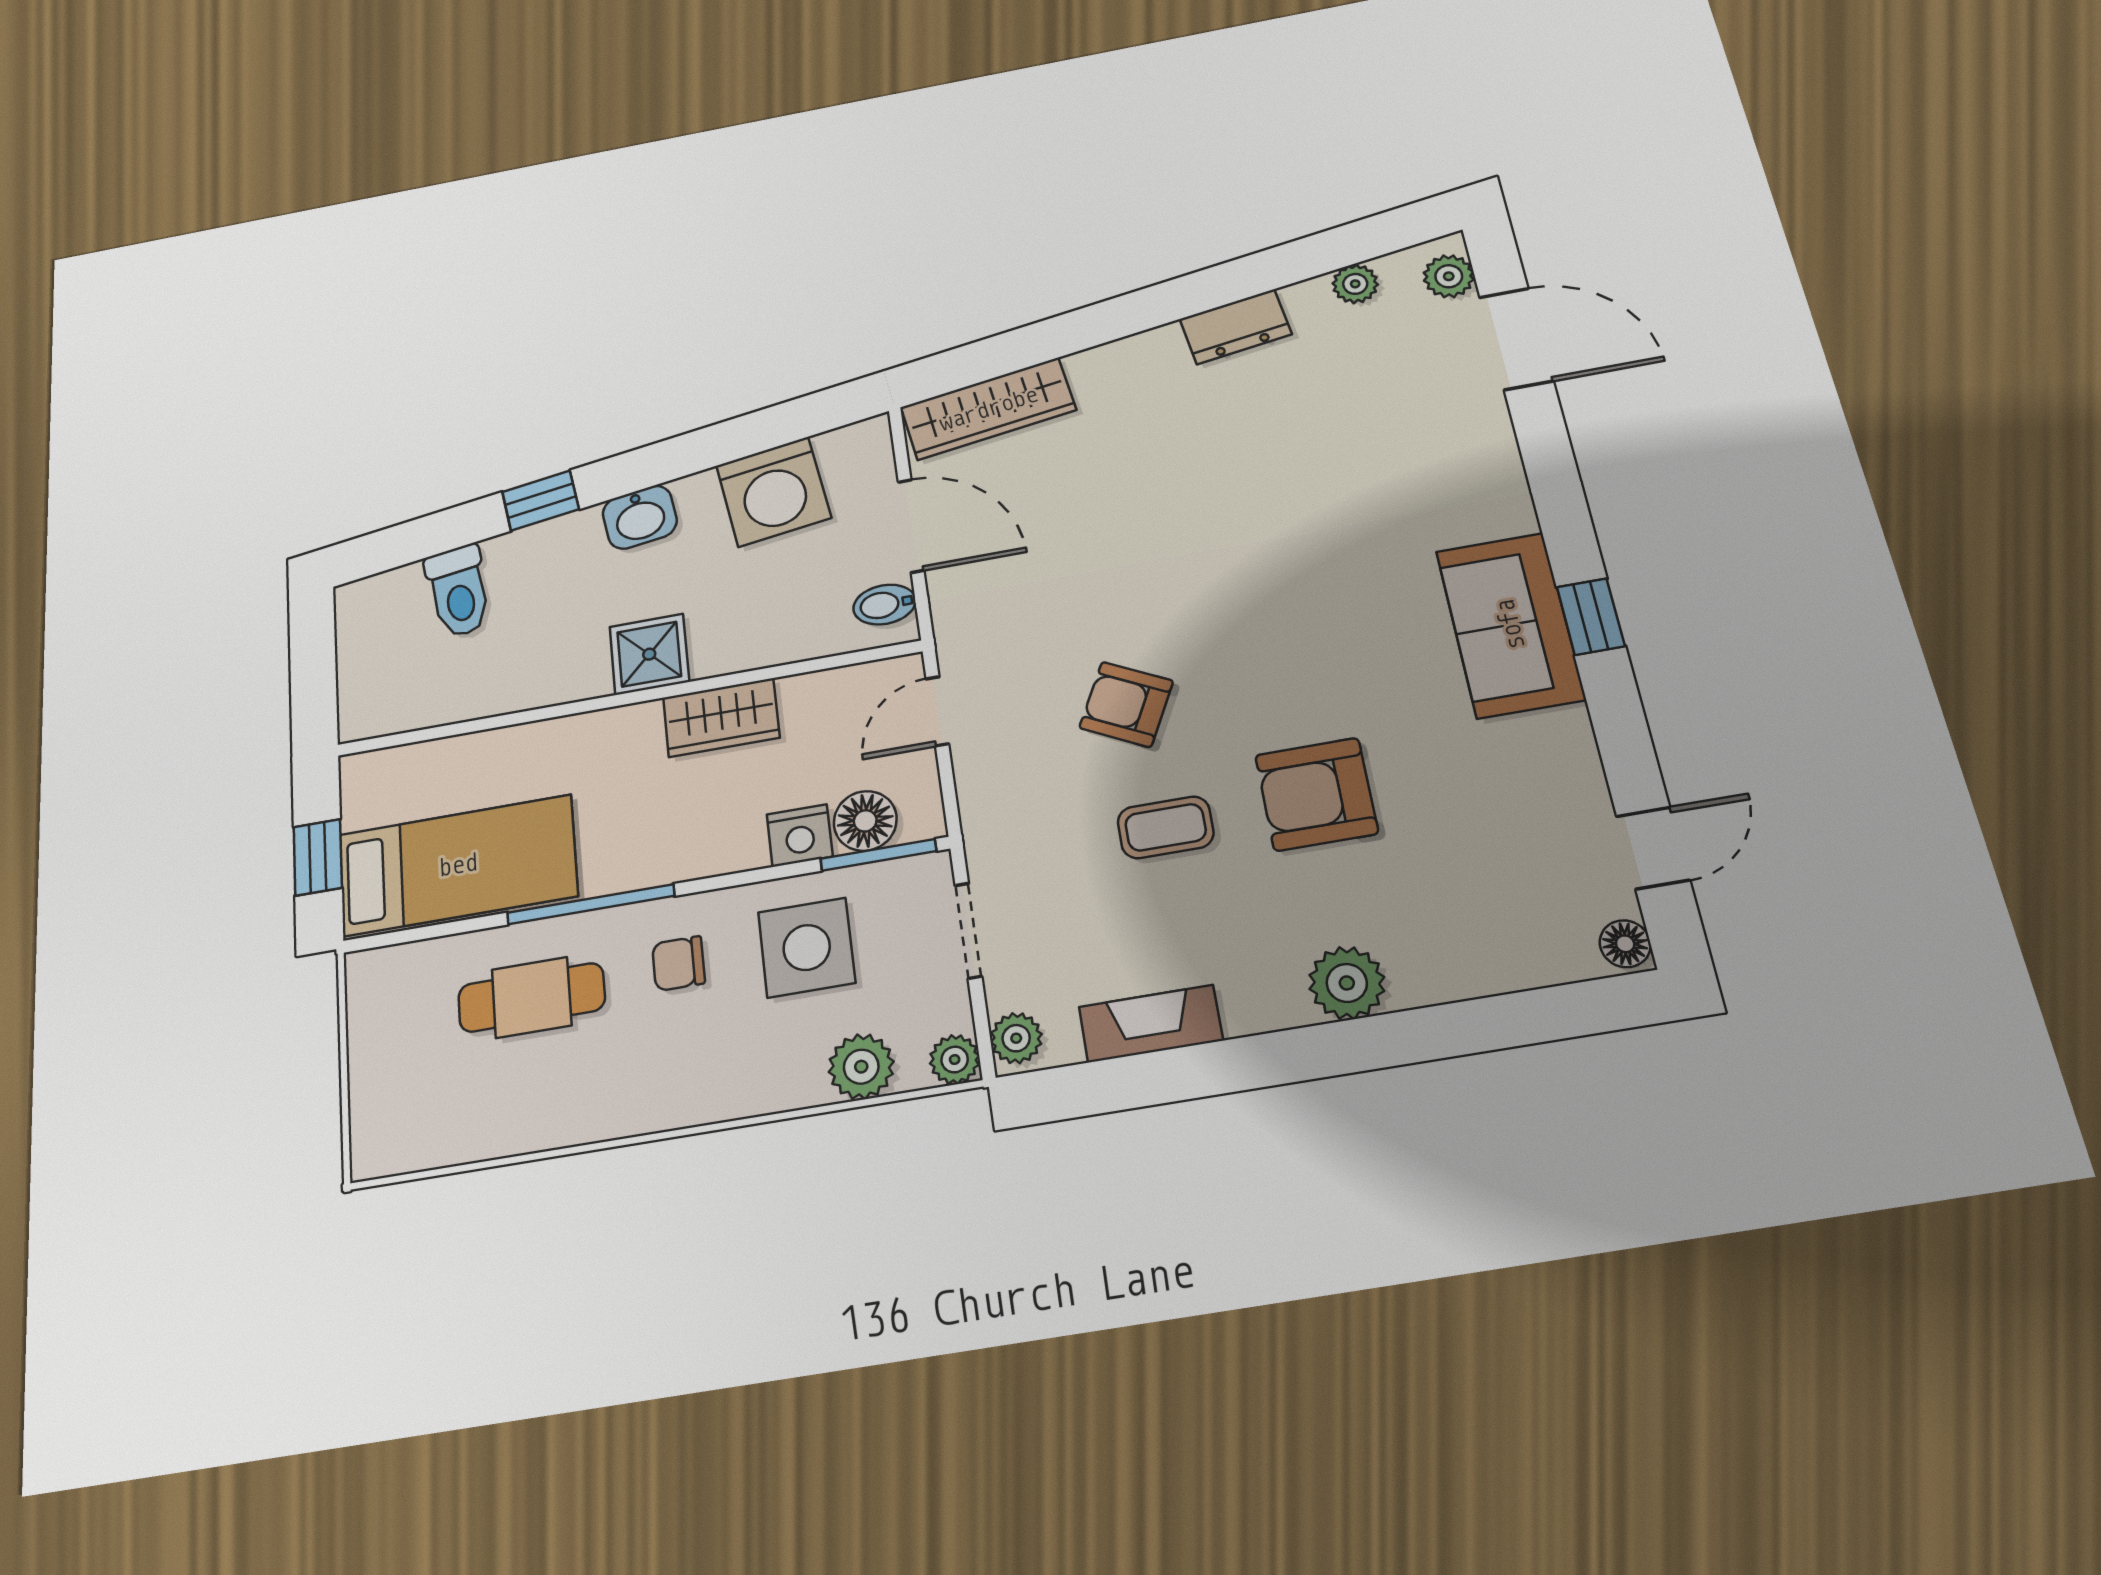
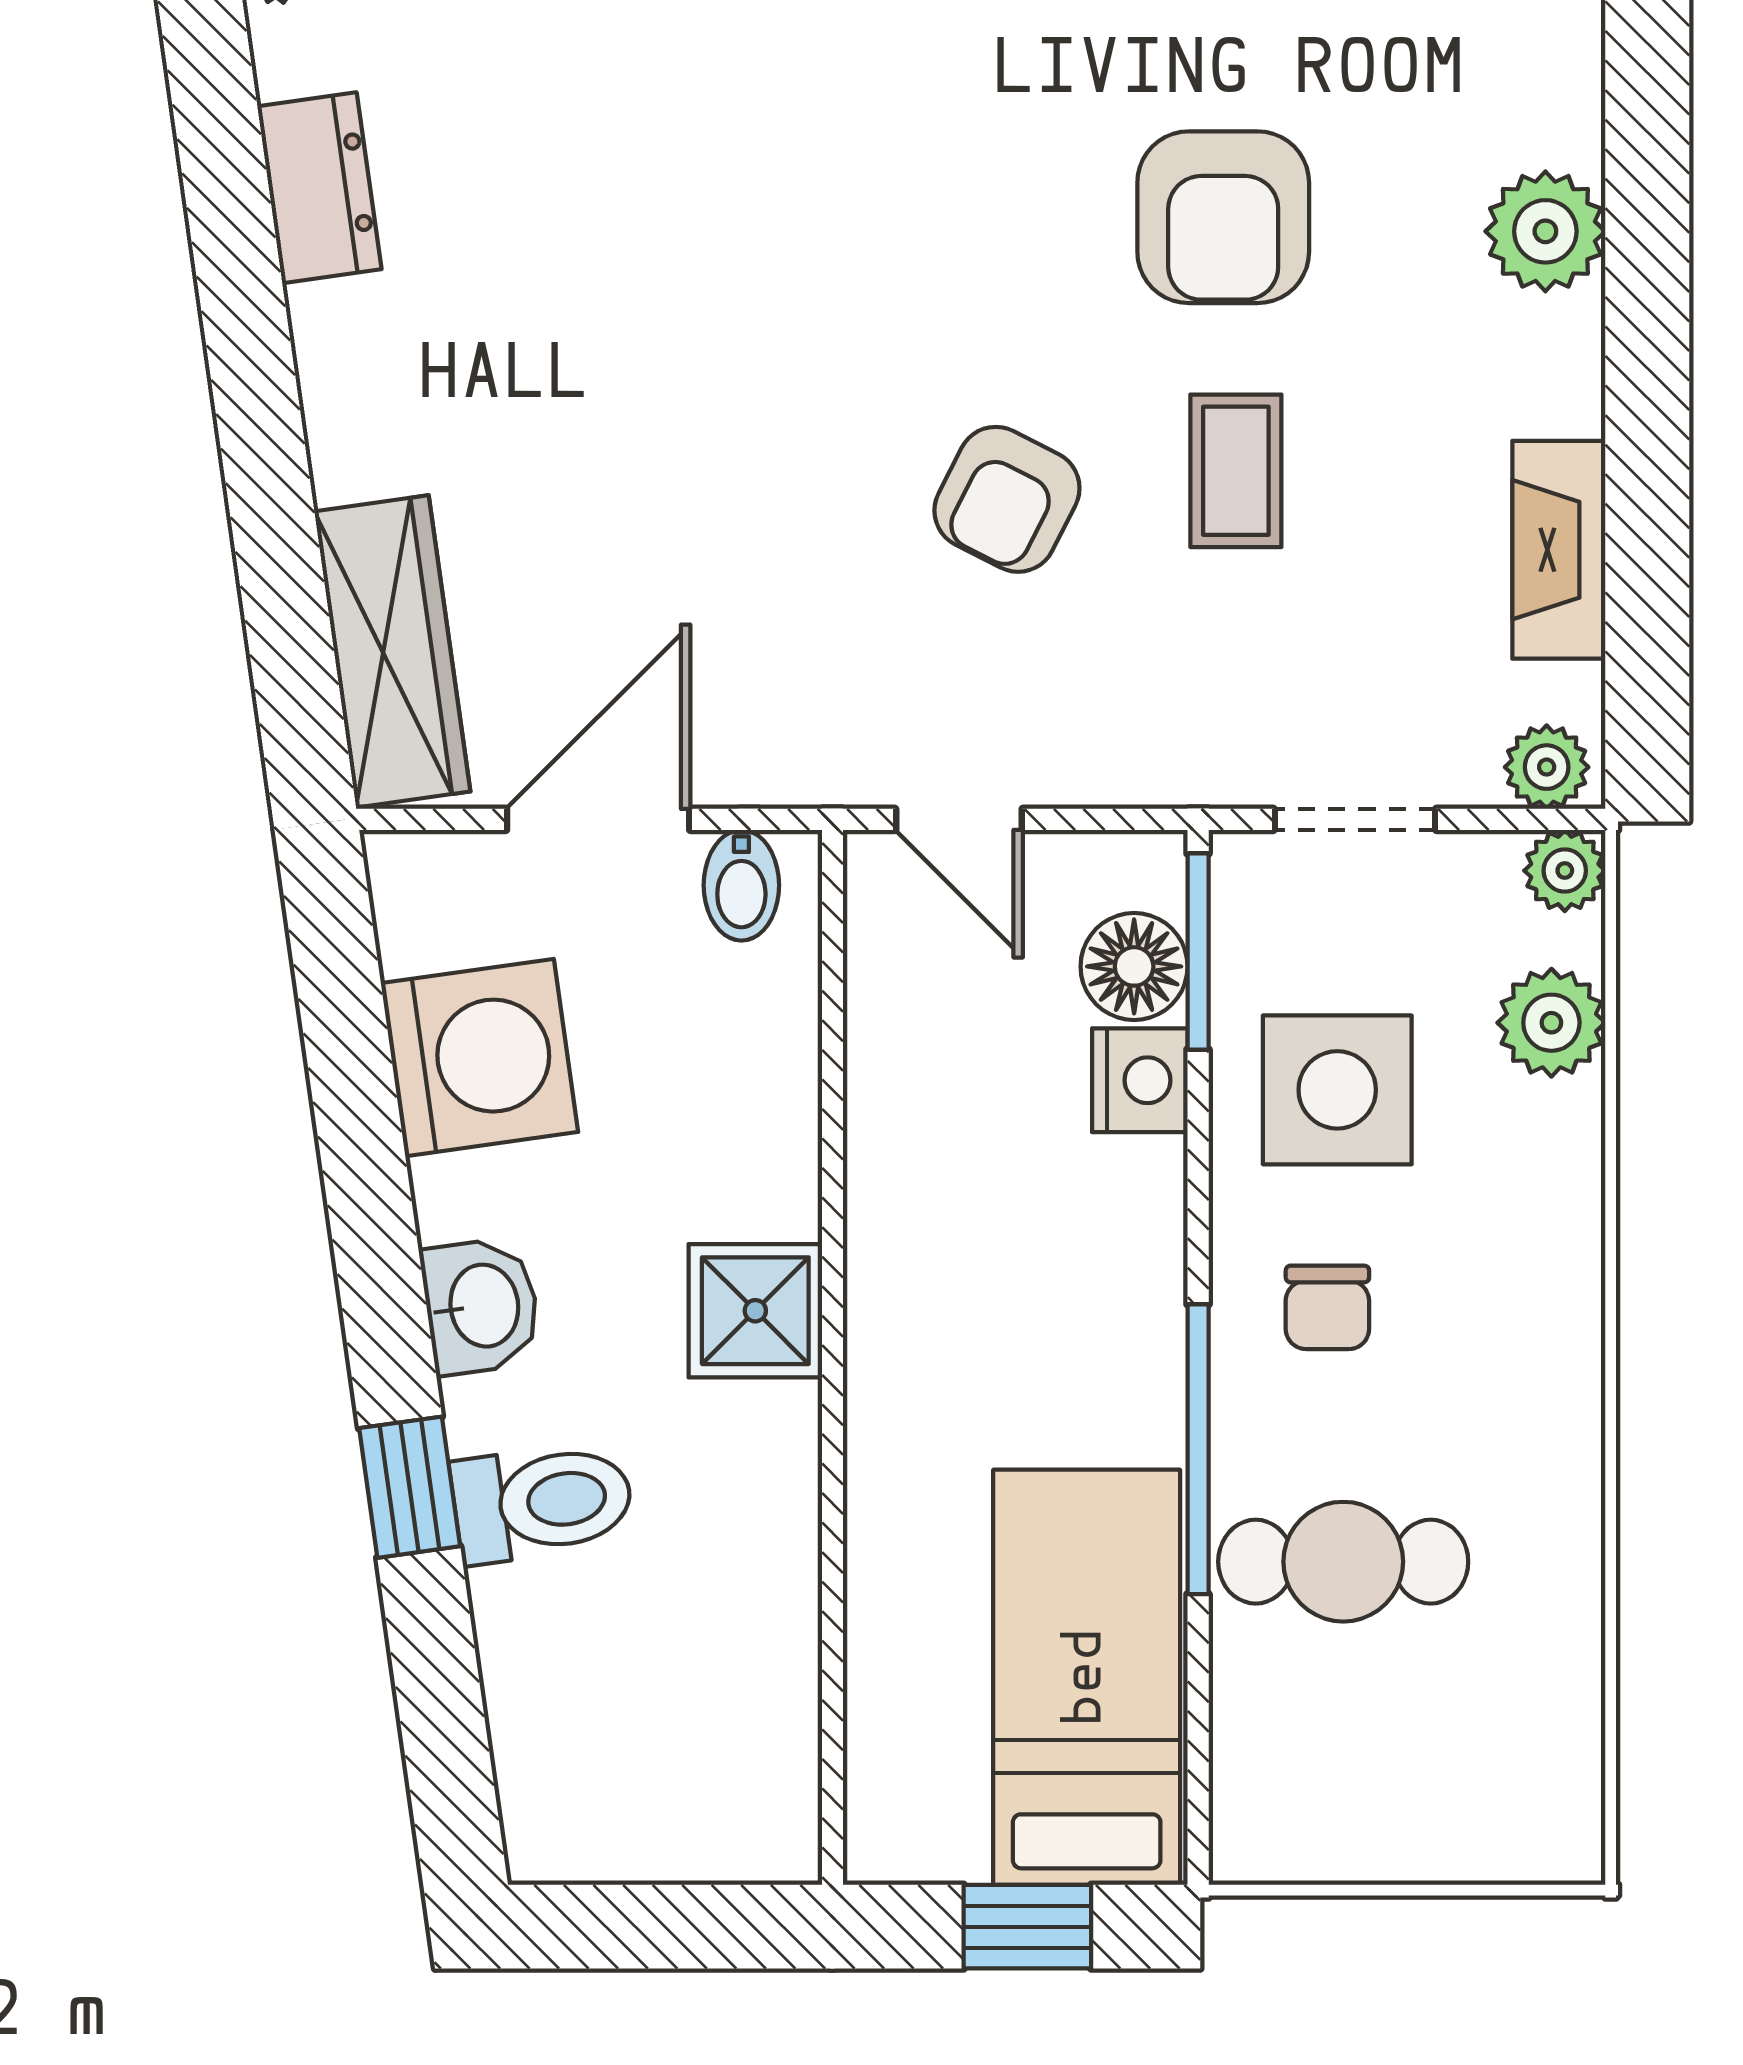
toilet: (458, 591) -> (542, 1502), moved
wardrobe: (721, 718) -> (900, 1194), removed
cafe table: (532, 997) -> (1343, 1562), turned 90

